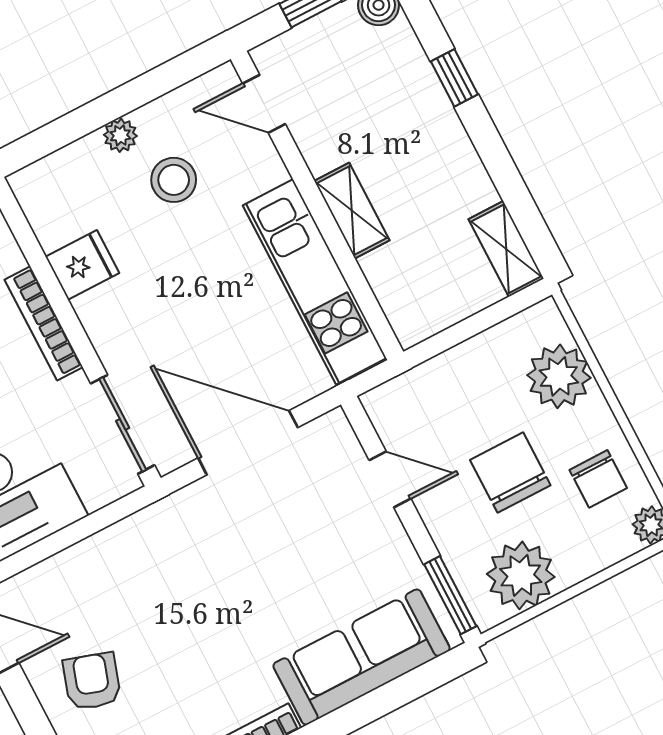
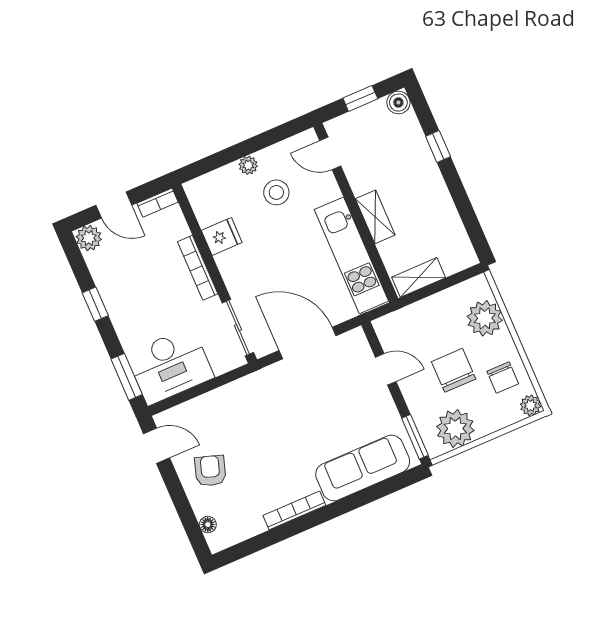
shelving: (506, 249) -> (419, 277), moved, turned 90

